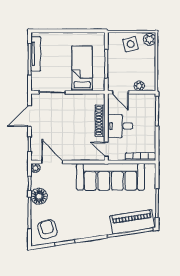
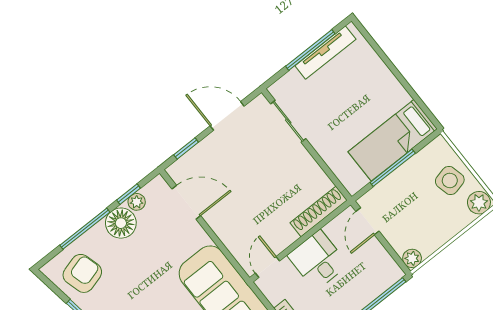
bed: (82, 68) -> (393, 140), moved, turned 180
plant: (139, 86) -> (412, 258), moved
shoe rack: (100, 121) -> (319, 211), moved
door: (52, 162) -> (186, 202), hinge flipped
plant: (35, 168) -> (137, 202), moved

